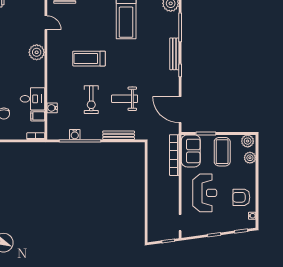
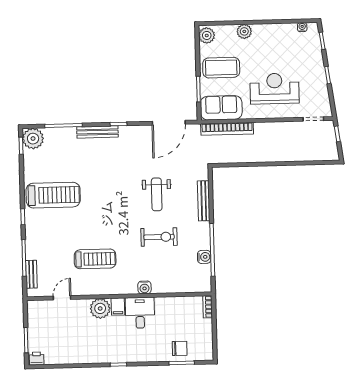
treadmill: (89, 59) -> (95, 259), moved, turned -90
desk: (32, 99) -> (140, 313), moved
water cooler: (52, 108) -> (144, 287), moved
filing cabinet: (38, 116) -> (118, 307), moved
plant: (250, 158) -> (244, 31), moved
armchair: (241, 197) -> (279, 42), removed

